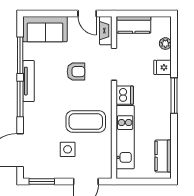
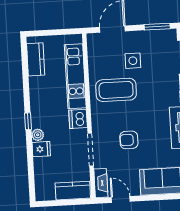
plant: (165, 44) -> (38, 135), moved
window: (174, 96) -> (28, 121), width x0.46

